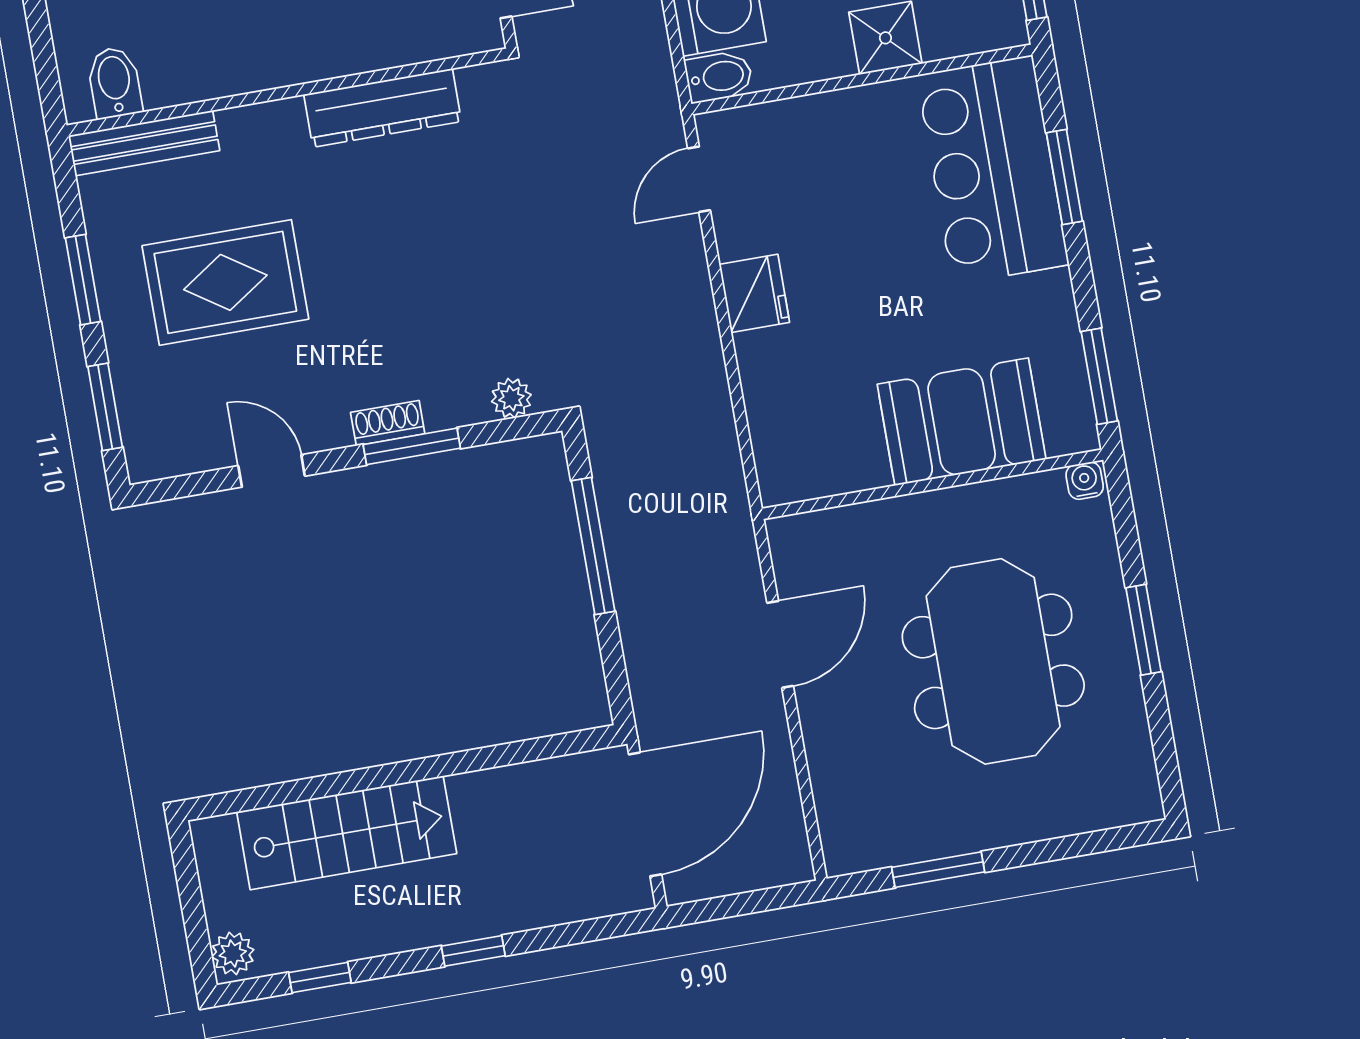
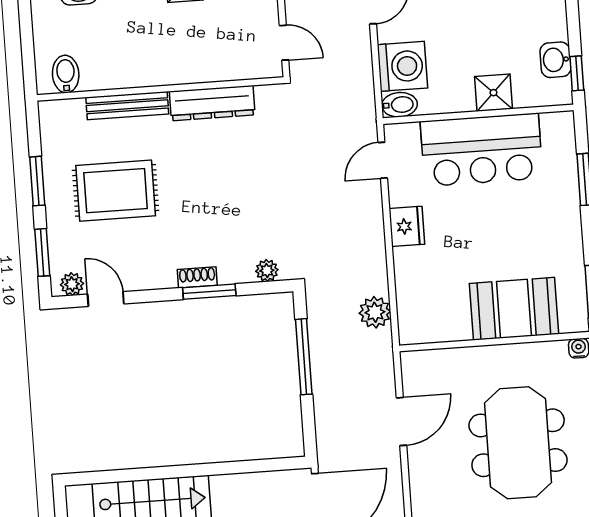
bench: (144, 143) -> (127, 106), moved
bar counter: (993, 170) -> (482, 150), moved, turned -90
plant: (713, 453) -> (375, 312), added
plant: (164, 458) -> (72, 284), added
door: (272, 471) -> (106, 299), moved

